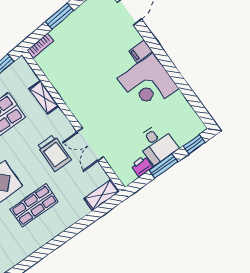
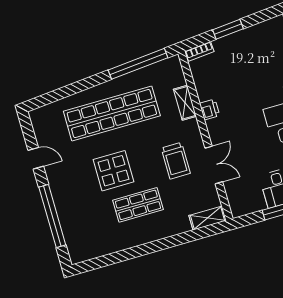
double door: (90, 145) -> (214, 165), swing flipped
printer: (142, 166) -> (210, 109), moved, turned 90

